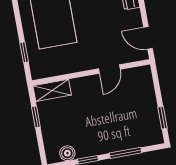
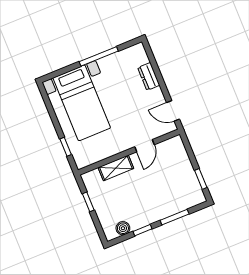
shelving: (52, 90) -> (116, 168), moved

